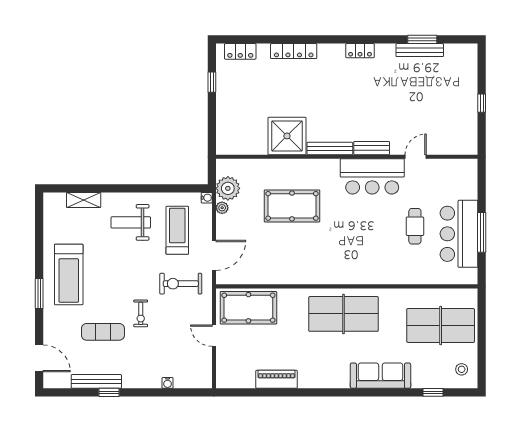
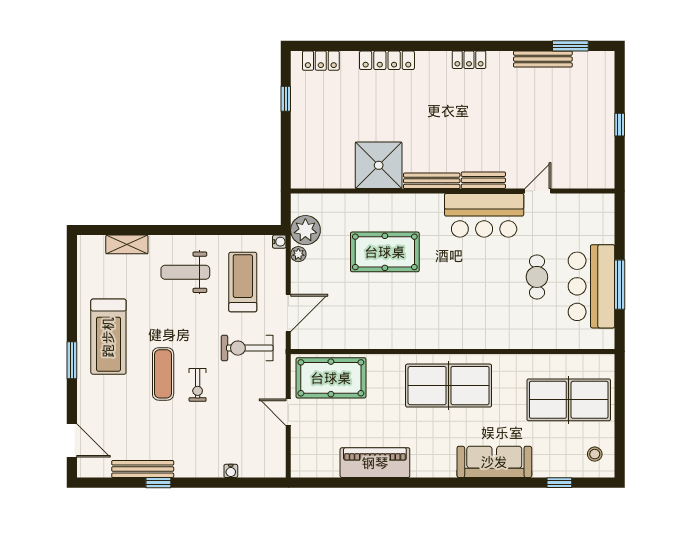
window: (422, 39) -> (570, 46), moved
exercise mat: (103, 332) -> (163, 374), moved, turned 90
piano: (277, 379) -> (375, 463), width x1.37, depth x1.33

